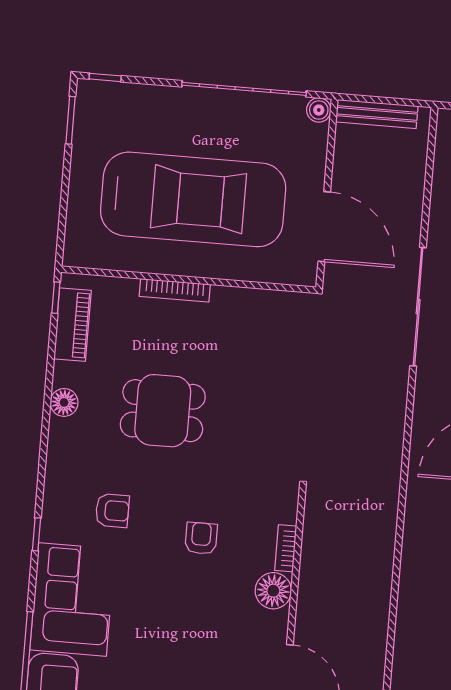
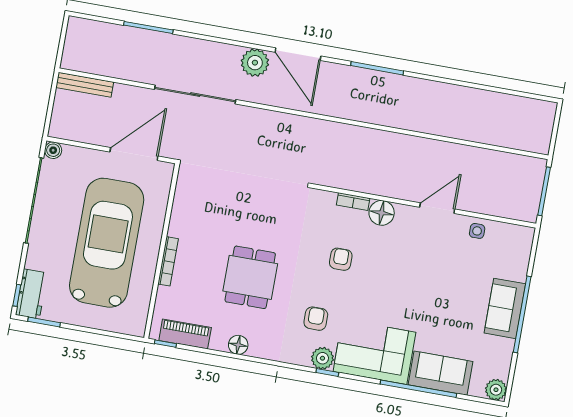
workbench: (109, 98) -> (31, 294), added
bench: (377, 114) -> (85, 85), moved, turned 90
plant: (56, 526) -> (322, 358), added
armchair: (201, 538) -> (341, 259), turned 90

